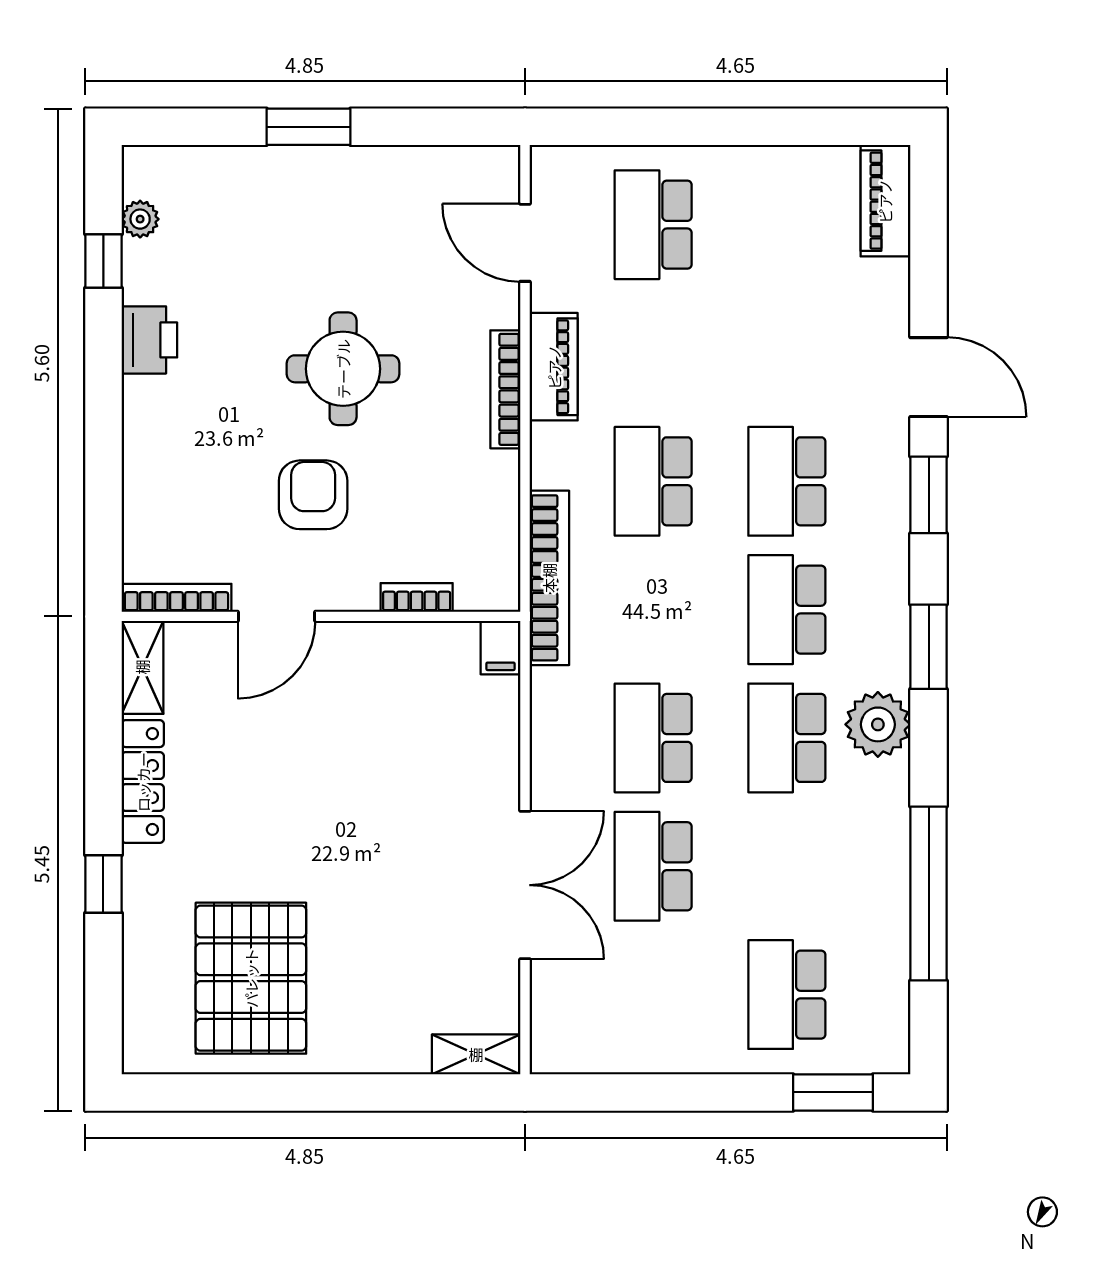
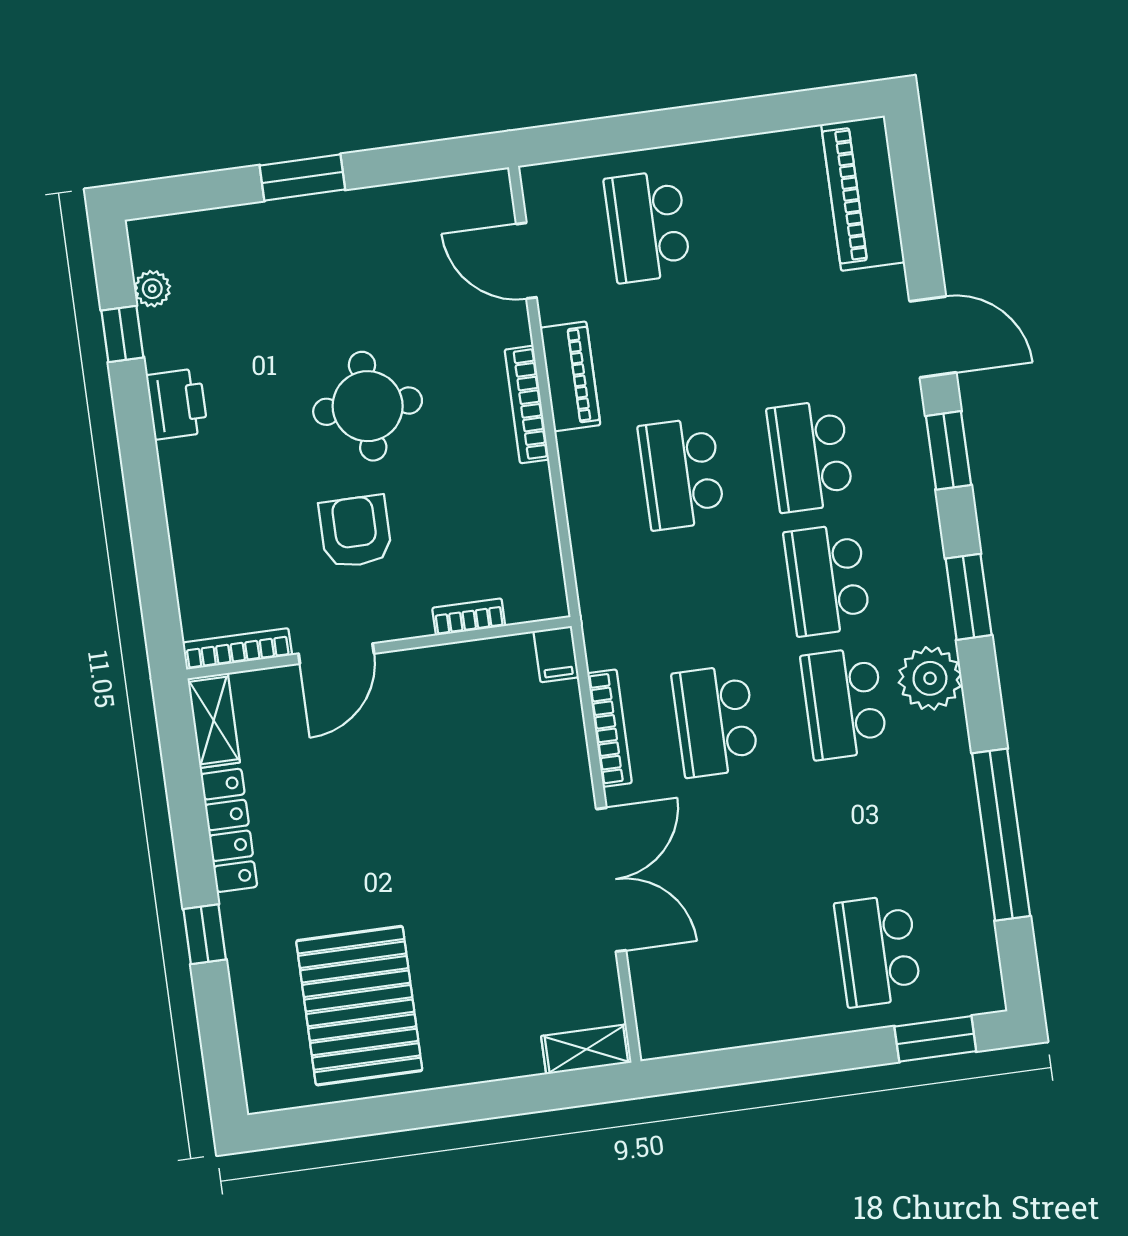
piano: (885, 201) -> (863, 193), width x1.37, depth x1.33
bookcase: (549, 578) -> (610, 728), moved, width x0.68, depth x0.76
school desk: (653, 866) -> (732, 845), removed

